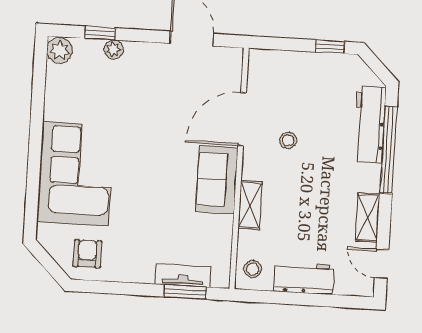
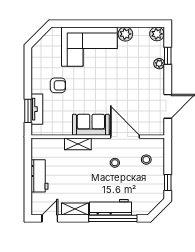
plant: (56, 107) -> (125, 34), added
workbench: (370, 124) -> (110, 207), moved
armchair: (87, 254) -> (58, 85), moved
stool: (253, 269) -> (146, 160), moved

